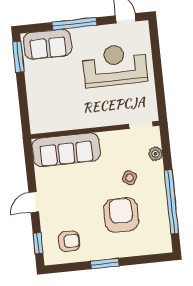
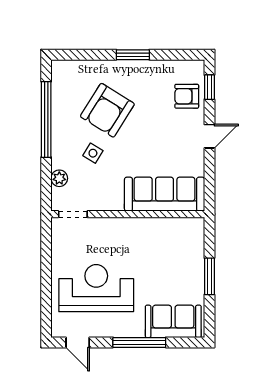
window: (18, 57) -> (209, 276), moved
reception desk: (115, 65) -> (96, 288), turned 180
armchair: (121, 215) -> (107, 110), turned 32
armchair: (69, 241) -> (187, 96), moved

